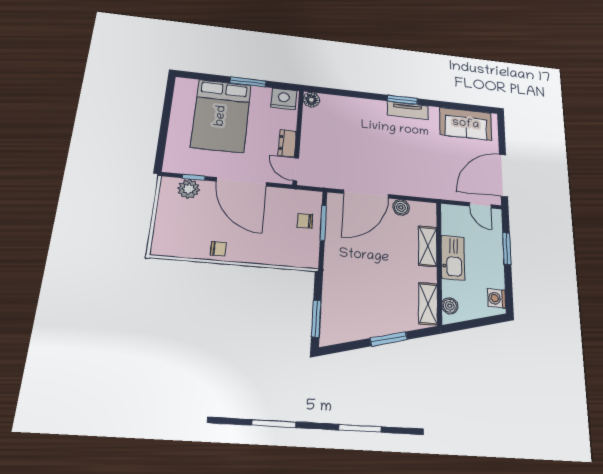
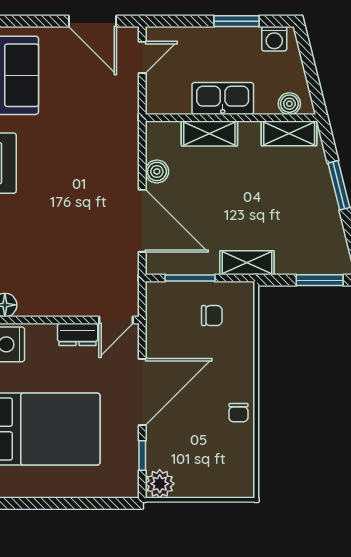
door: (503, 175) -> (92, 21), width x0.73
plant: (189, 189) -> (160, 484), moved
chair: (305, 221) -> (212, 316), moved, turned -90
window: (507, 248) -> (237, 21), moved
chair: (218, 249) -> (238, 413), turned 180
shelving: (332, 265) -> (247, 263), added

